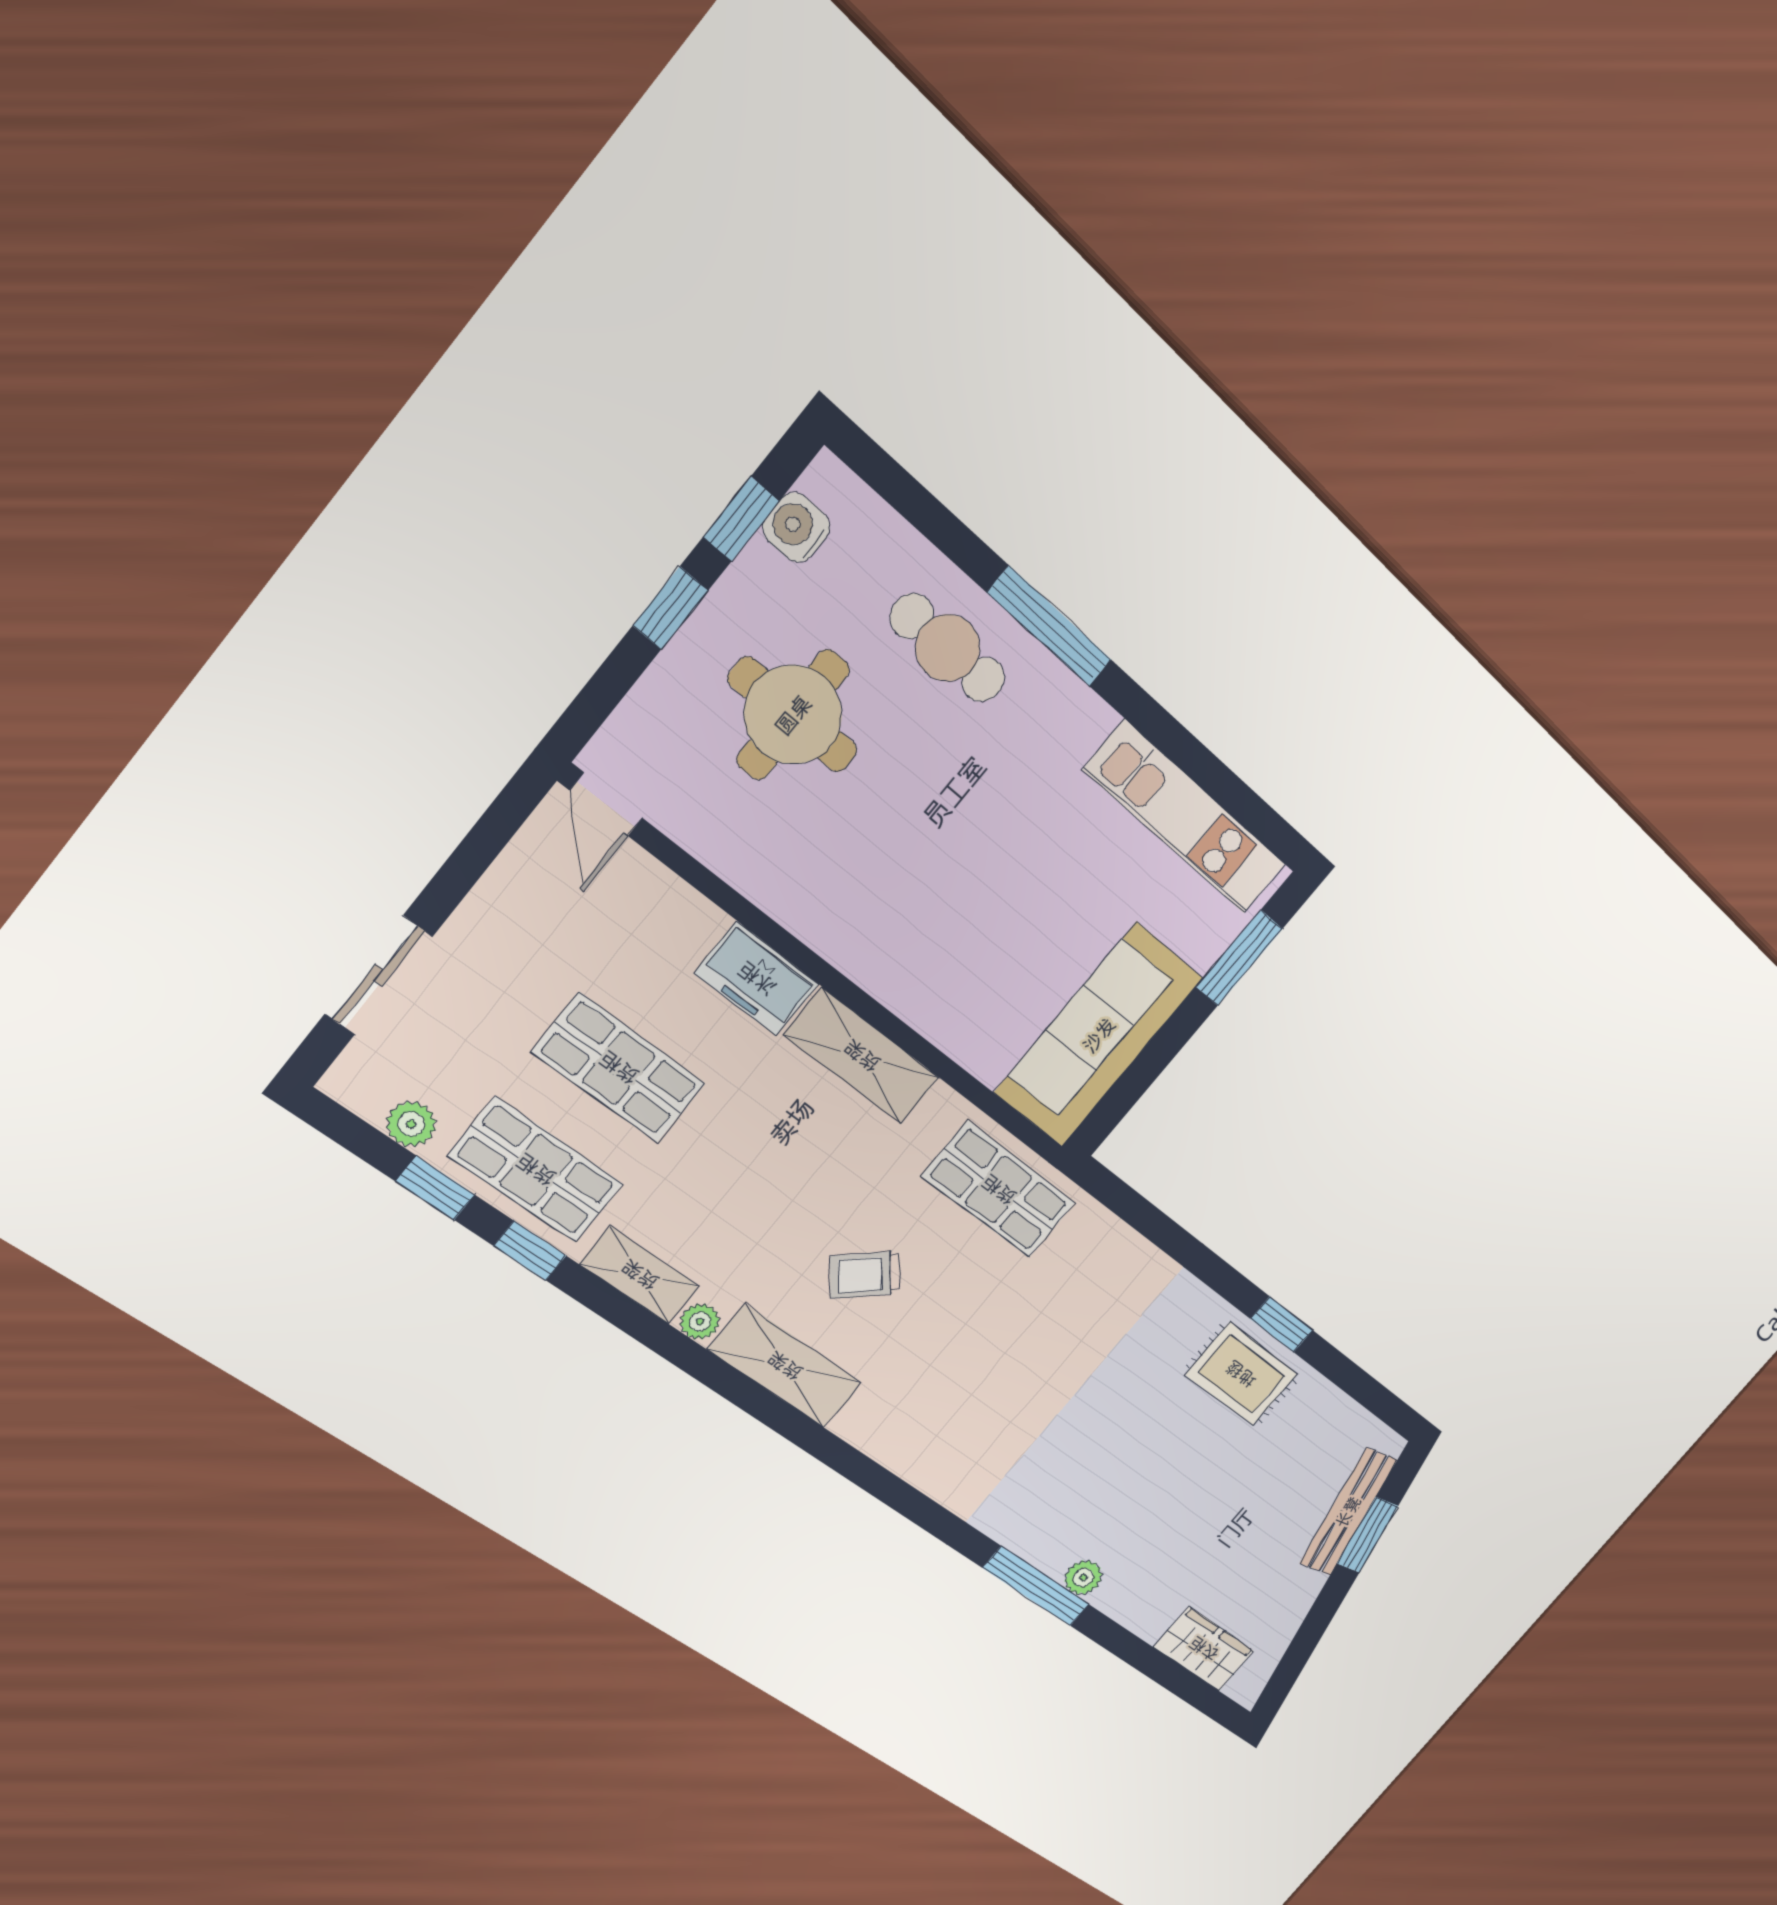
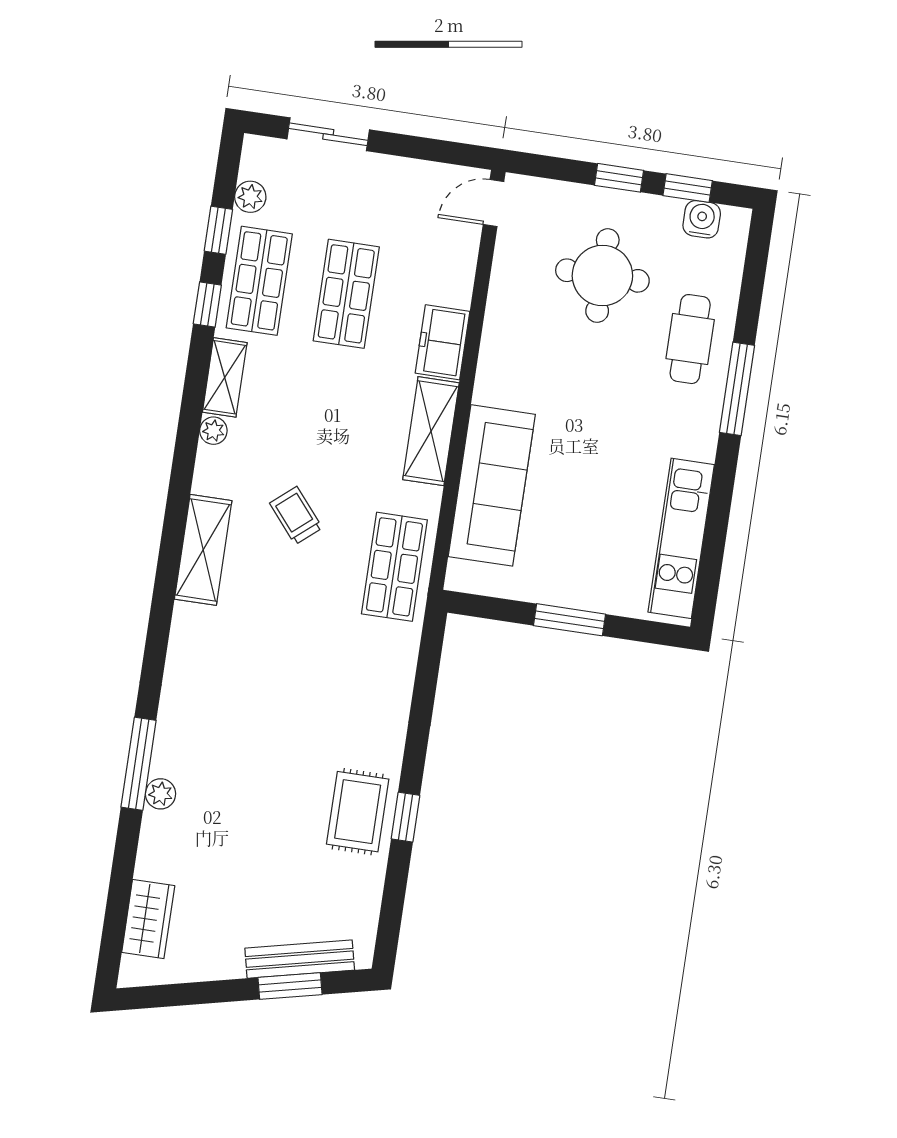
window: (1239, 958) -> (569, 620), moved
sofa: (1099, 1035) -> (492, 485), moved, turned 90
shelving: (785, 1366) -> (203, 550), moved

